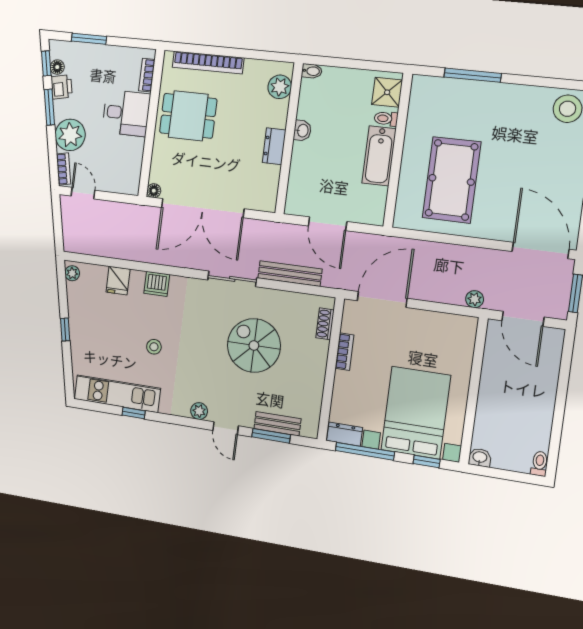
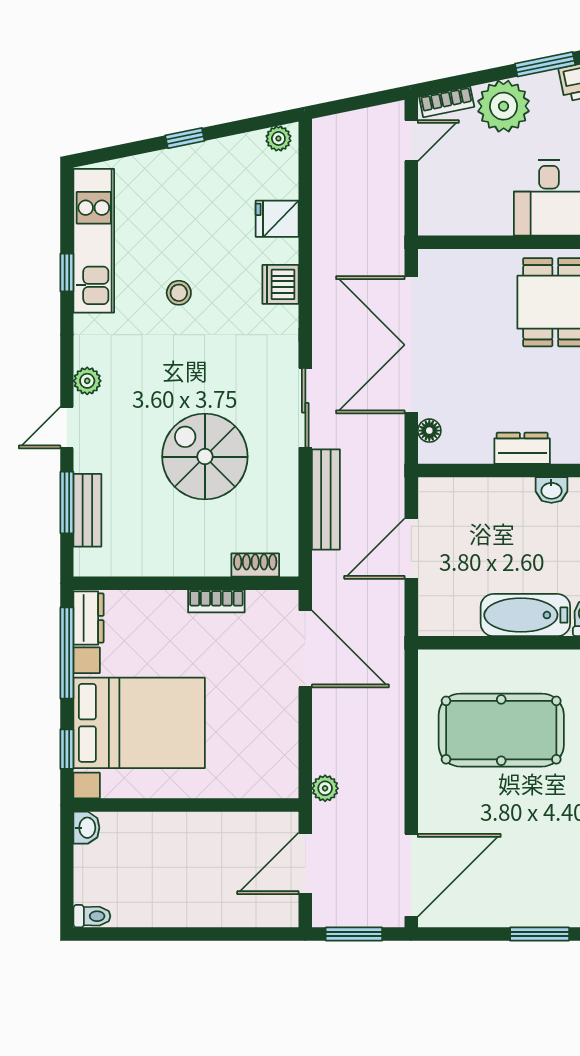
floor lamp: (154, 191) -> (429, 431), moved
spiral stairs: (254, 345) -> (205, 457), turned -90

